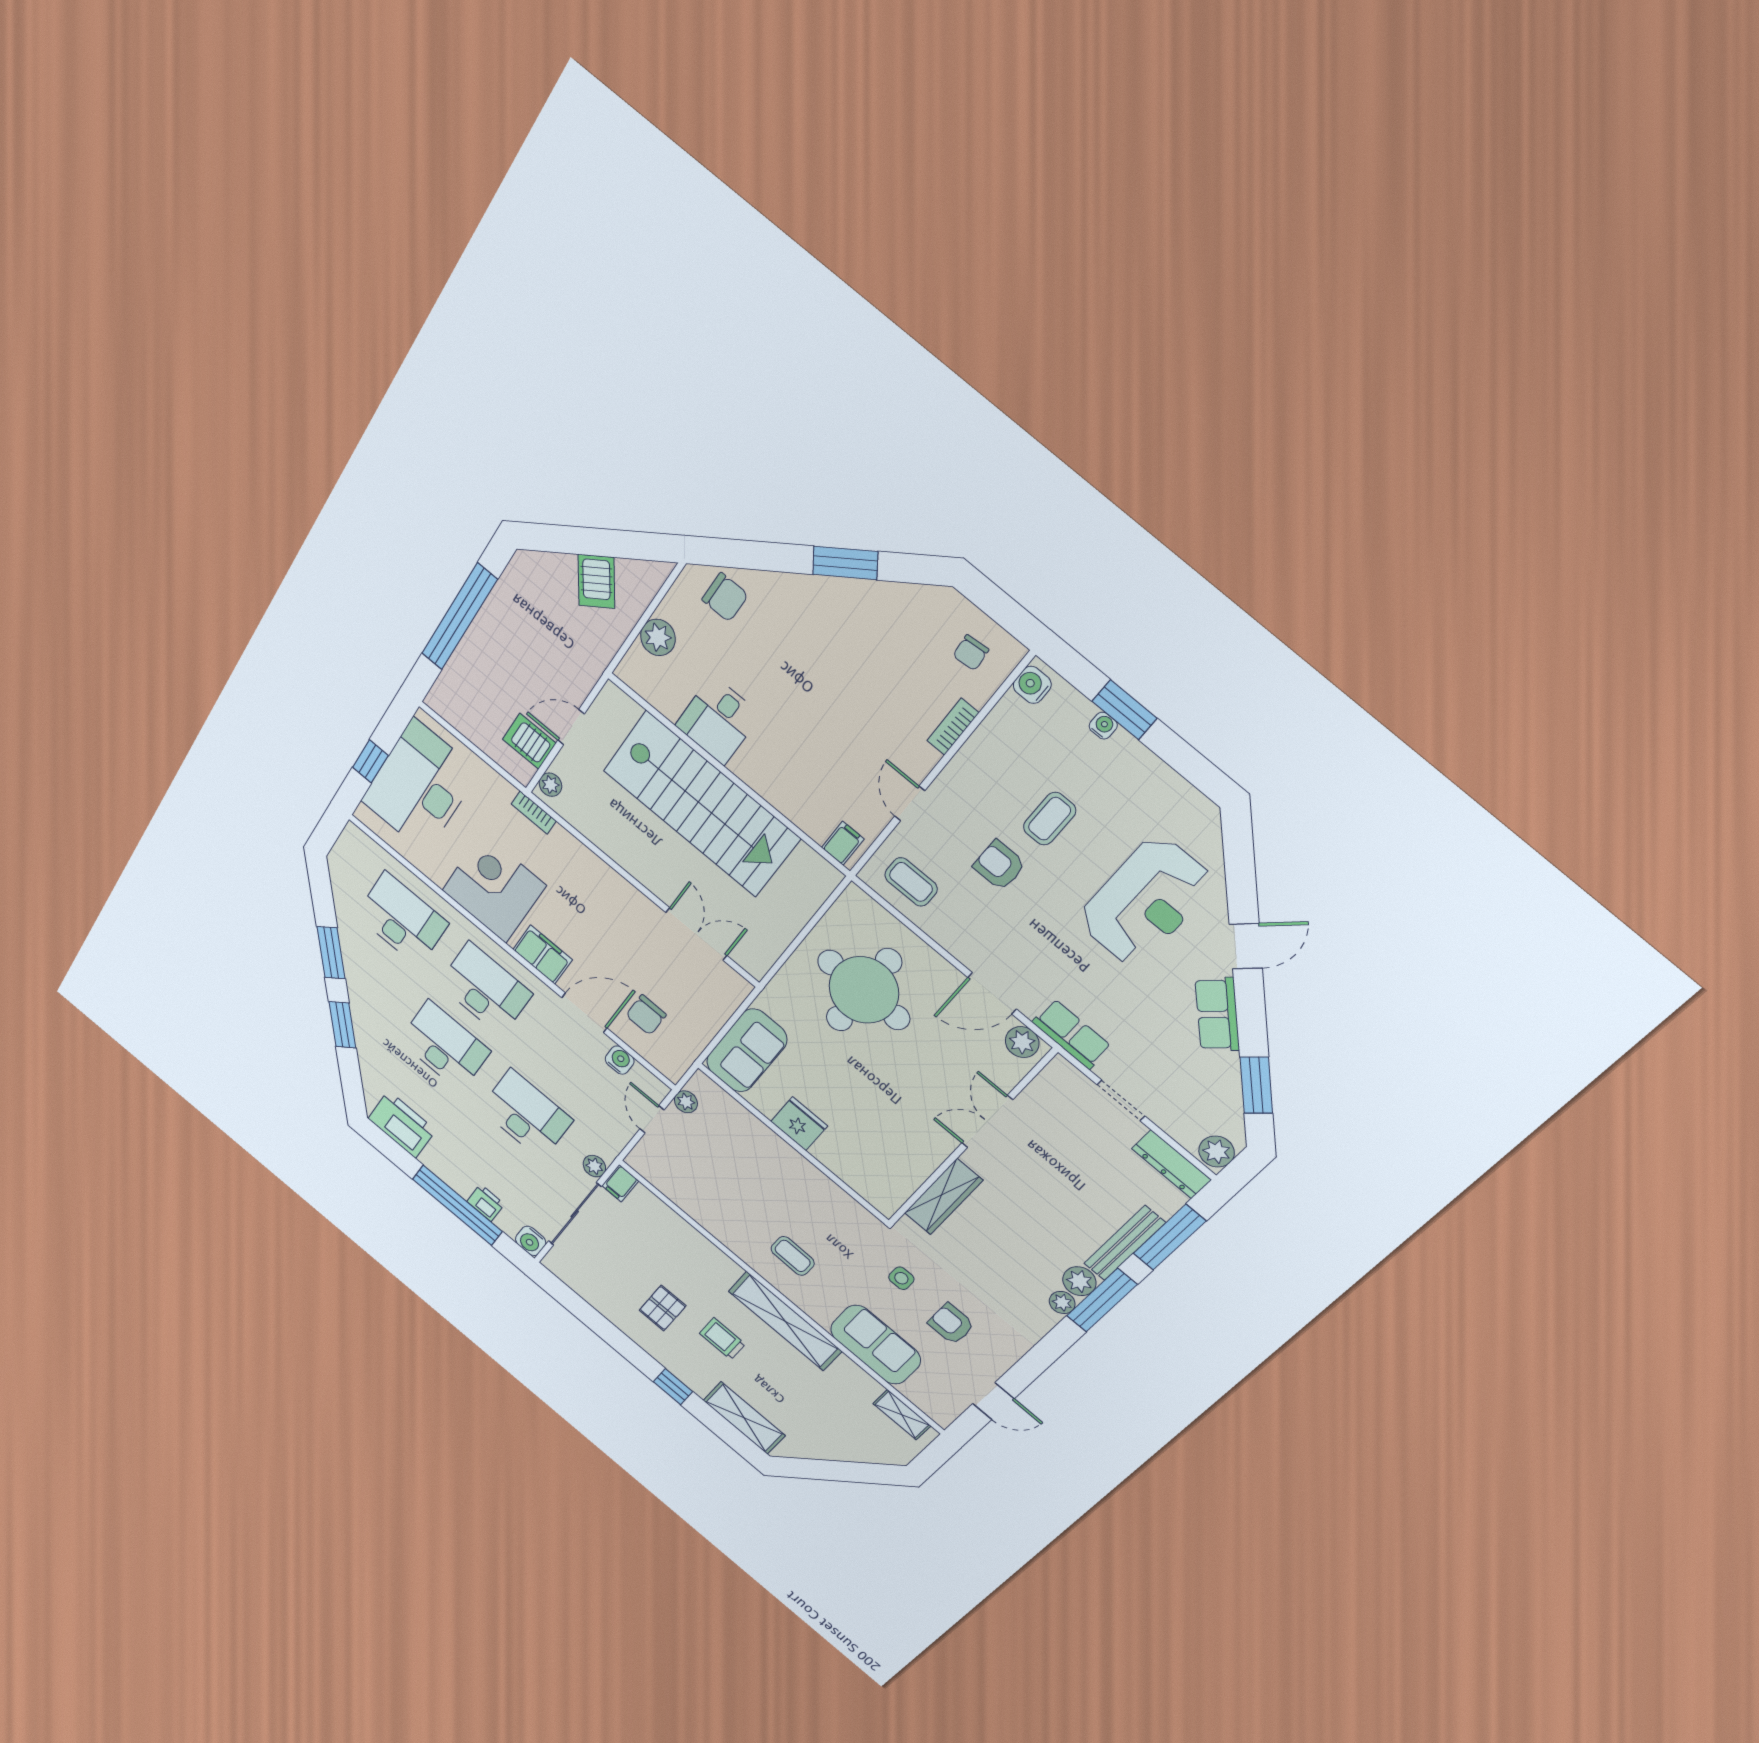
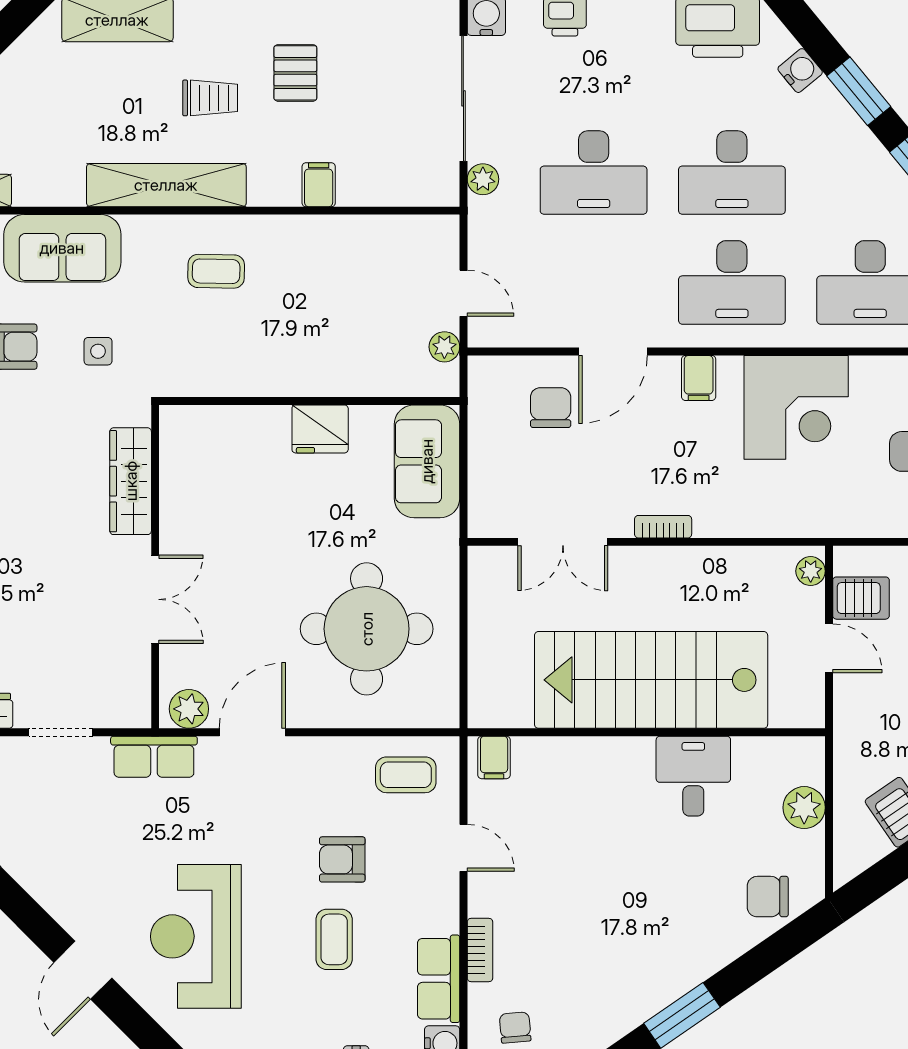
door: (571, 727) -> (829, 648), hinge flipped
bookcase: (534, 813) -> (663, 527), moved
armchair: (999, 865) -> (342, 859), turned 180
filing cabinet: (542, 955) -> (699, 378), width x0.50
row of seats: (1217, 1014) -> (439, 979), moved, turned -135
water cooler: (620, 1060) -> (800, 71), moved, turned -130
filing cabinet: (620, 1183) -> (319, 185), moved

